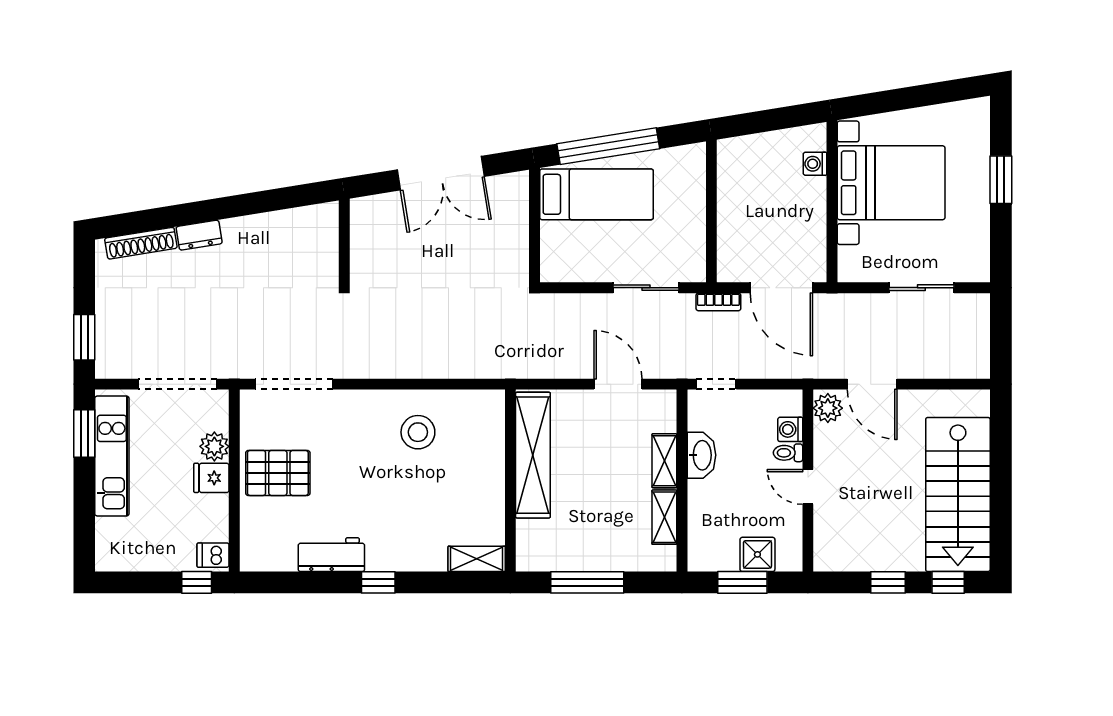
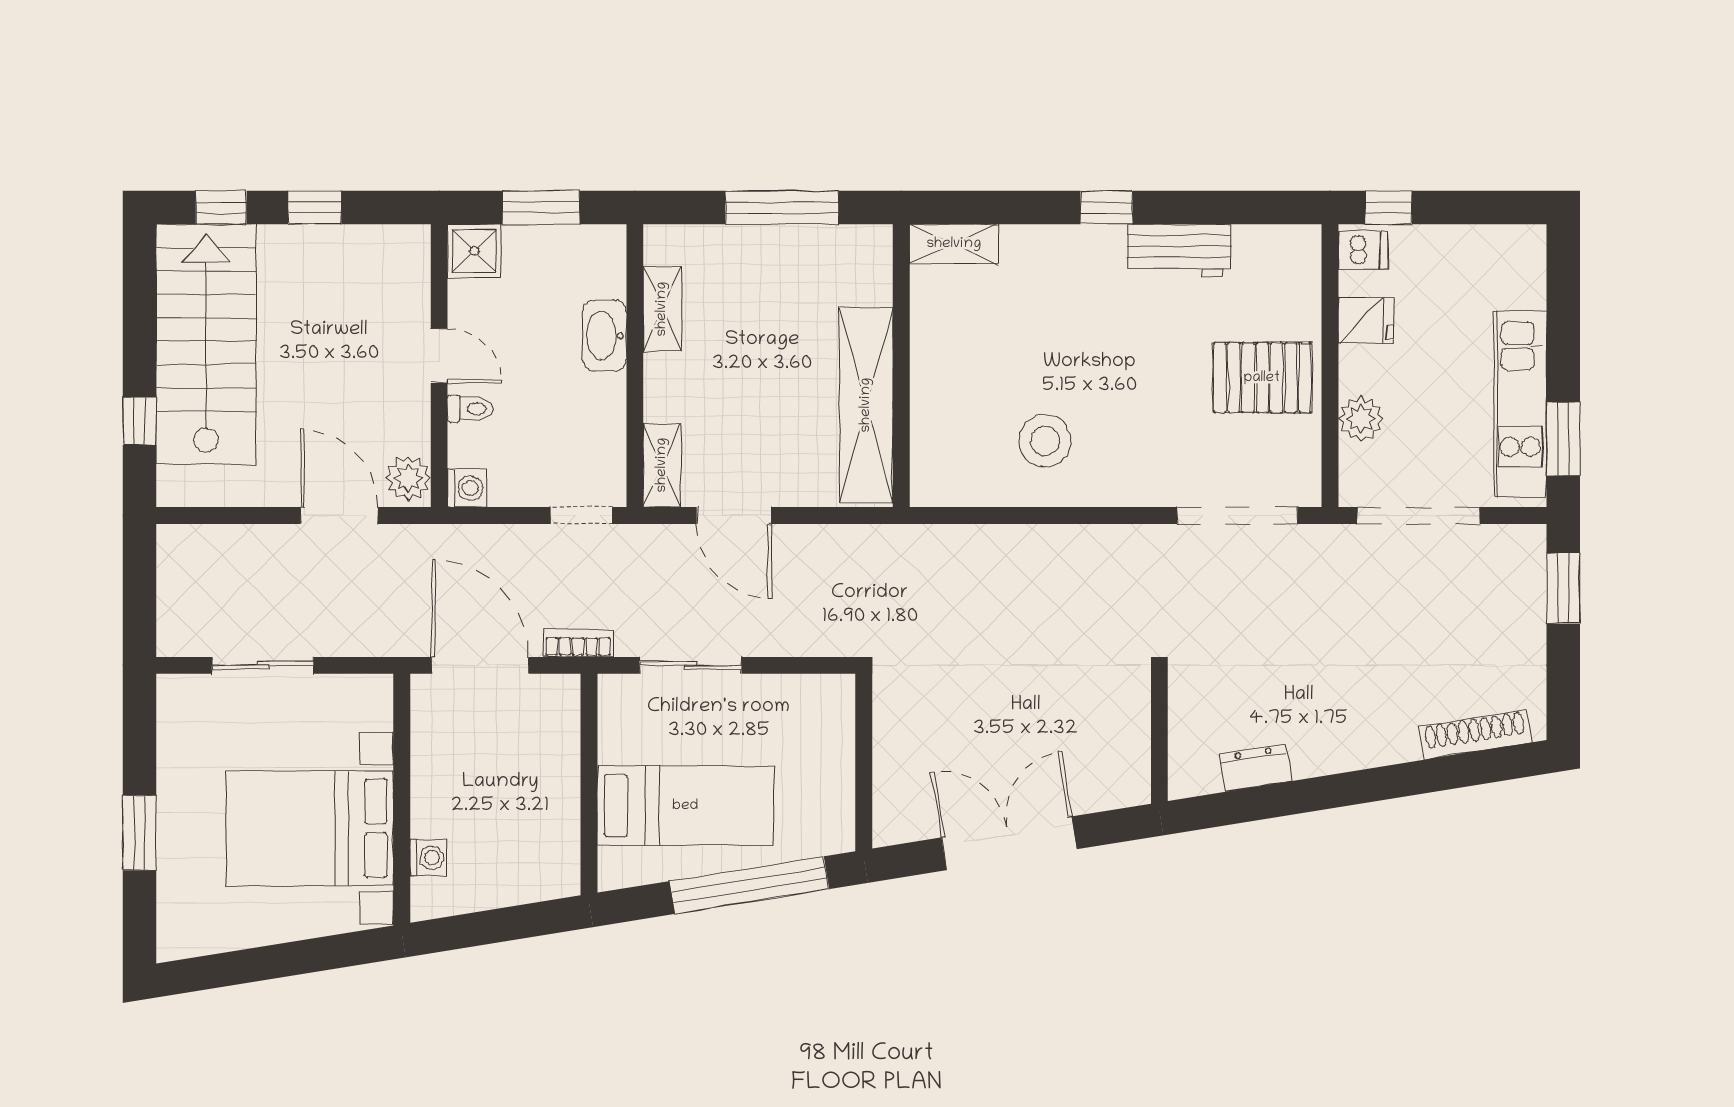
bed: (597, 194) -> (685, 806), moved, turned 180
dresser: (199, 235) -> (1255, 768), moved
washing machine: (790, 429) -> (467, 488), moved
window: (1001, 445) -> (139, 421), added
washbasin: (701, 455) -> (605, 336), moved
shelving: (664, 461) -> (662, 465), moved
fridge: (211, 478) -> (1366, 320), moved
shower: (757, 554) -> (474, 251), moved

